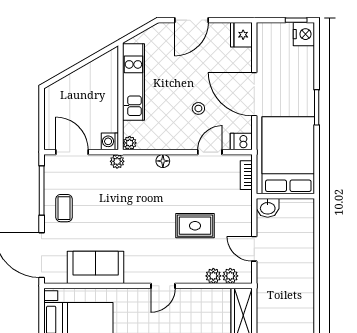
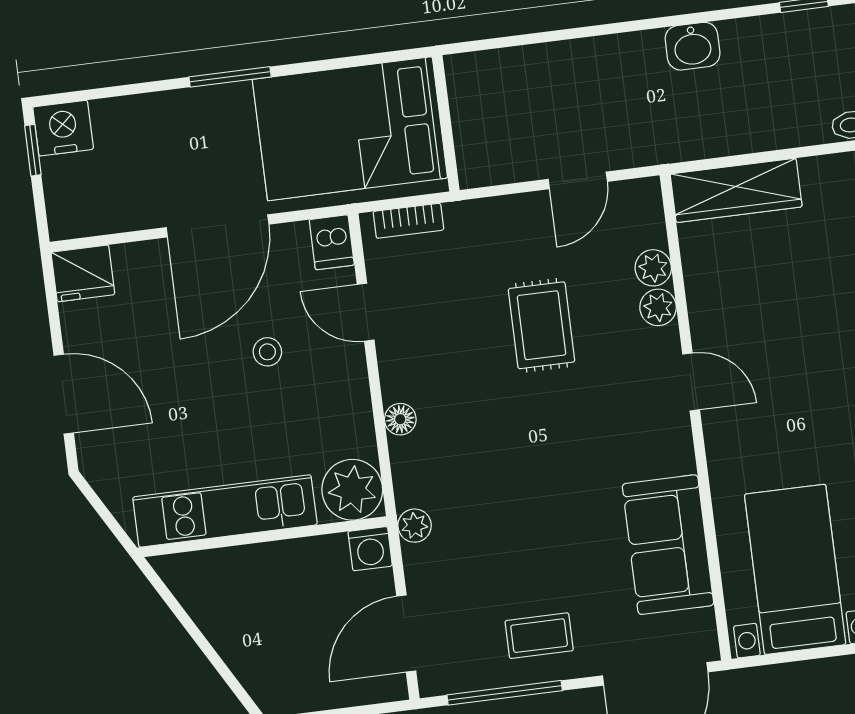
plant: (130, 143) -> (352, 490), width x1.87, depth x1.87
washbasin: (268, 208) -> (693, 46), moved, turned 90
plant: (230, 276) -> (658, 307), moved

